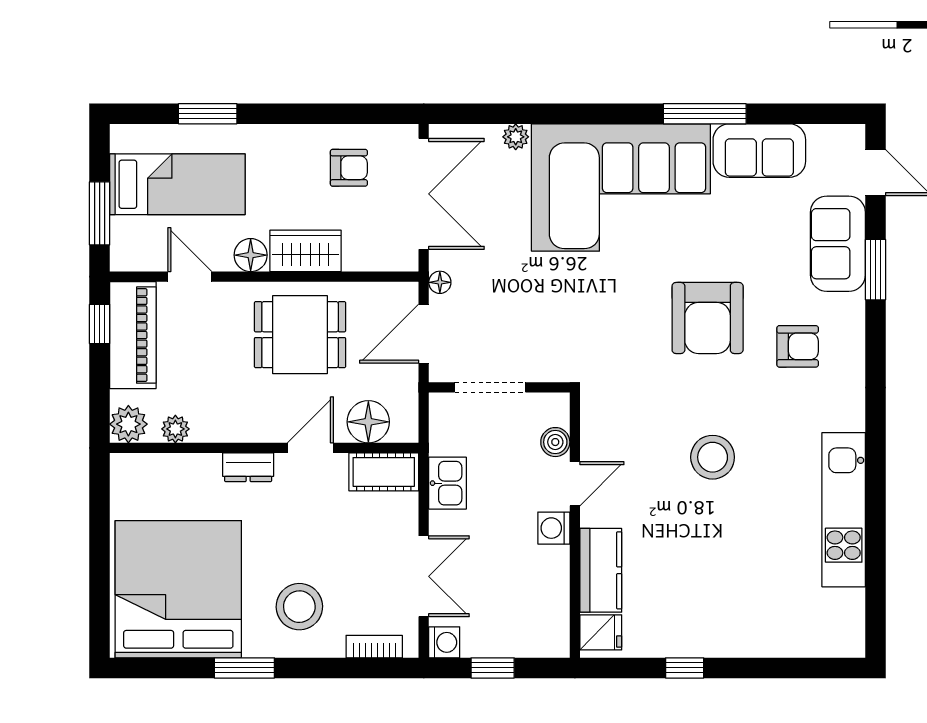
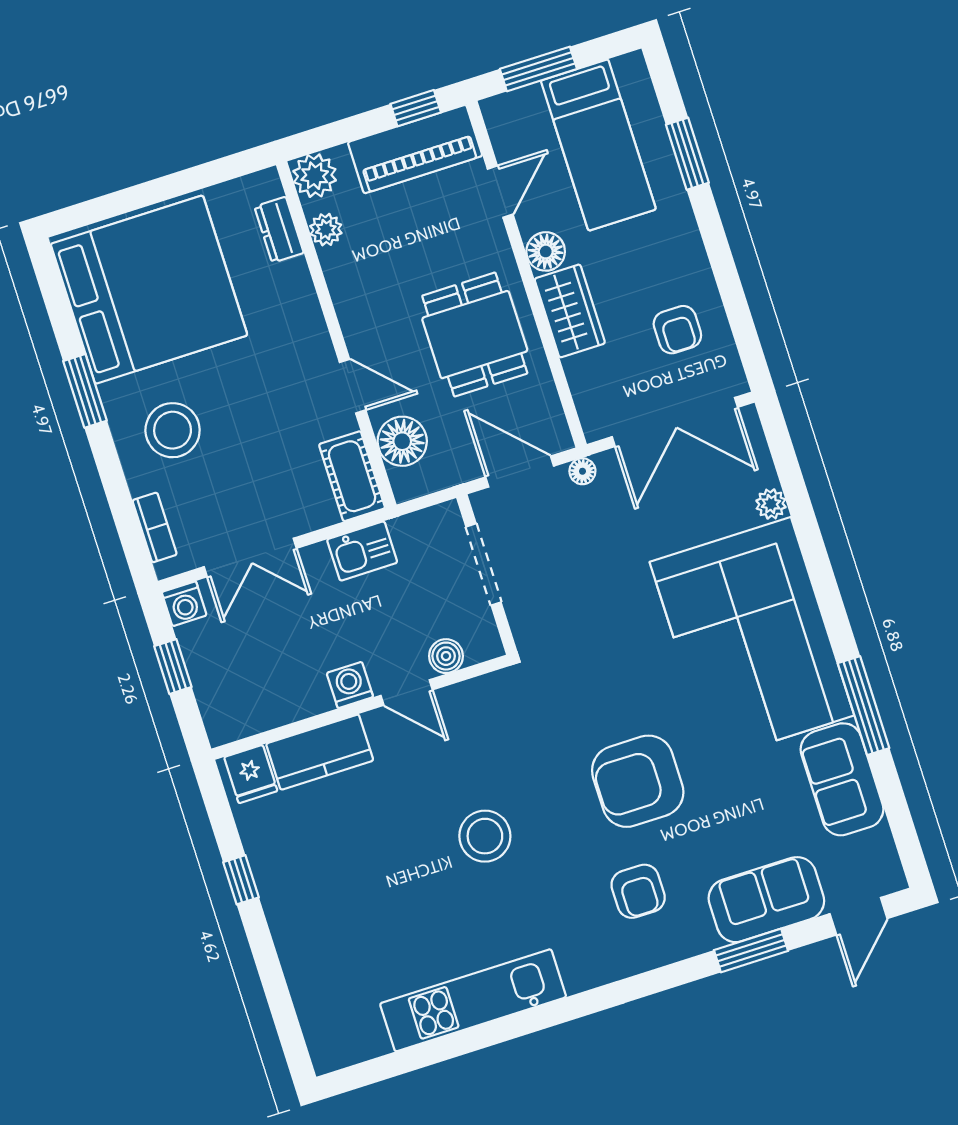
dresser: (248, 467) -> (279, 230), moved

